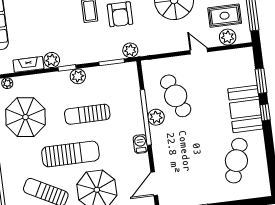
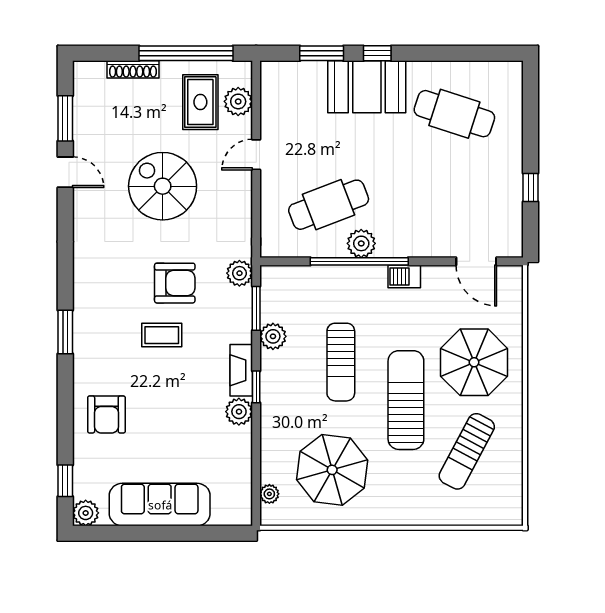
fireplace: (28, 64) -> (241, 370), moved
plant: (78, 76) -> (273, 336), moved

